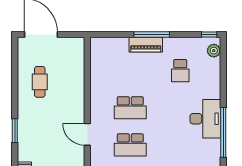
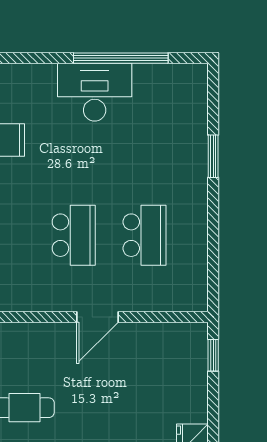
door: (87, 134) -> (98, 317), moved

